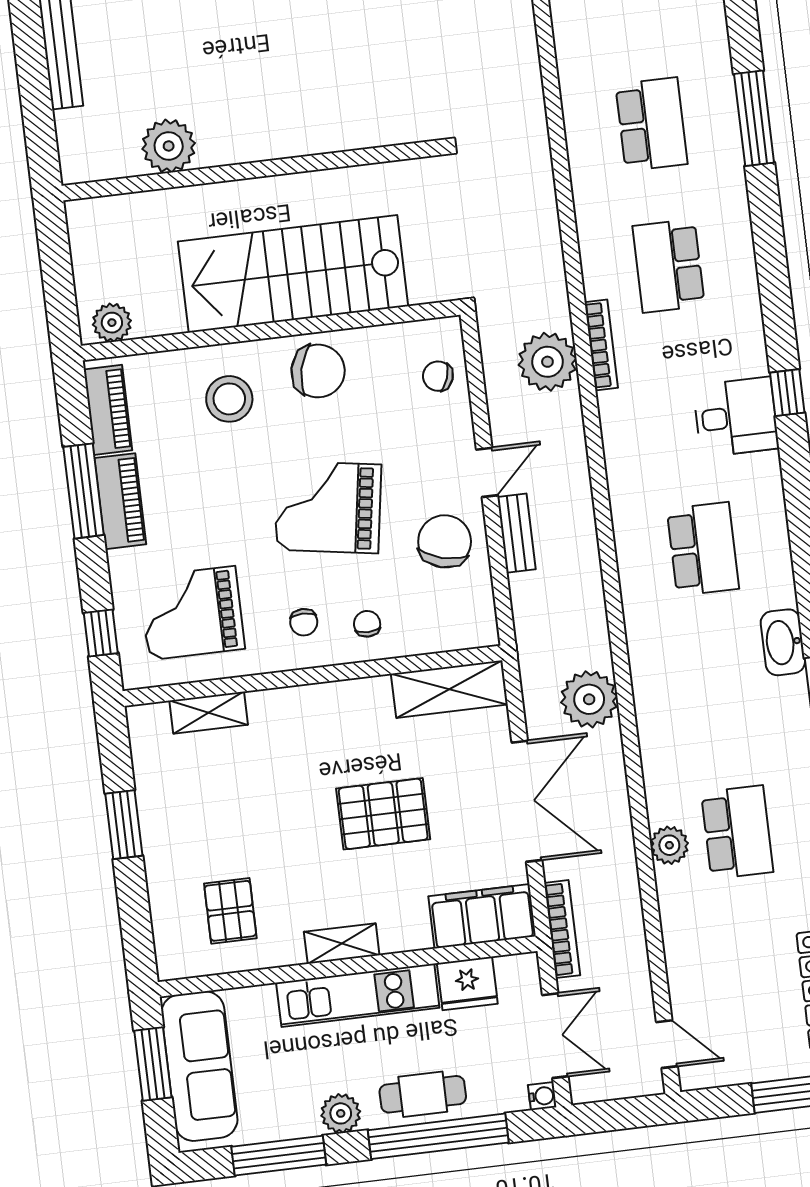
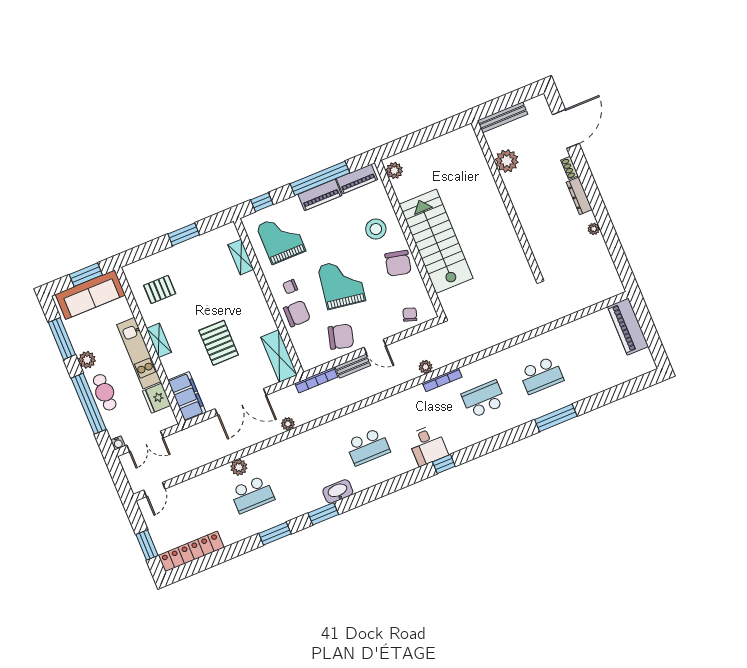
plant: (169, 146) -> (507, 161), moved
wall: (251, 170) -> (506, 199), moved
plant: (547, 362) -> (426, 367), width x0.53, depth x0.53
window: (84, 491) -> (320, 178), width x1.46
chair: (367, 624) -> (297, 314), width x1.87, depth x1.87
plant: (589, 699) -> (288, 424), width x0.53, depth x0.53
bookcase: (562, 929) -> (316, 380), moved

